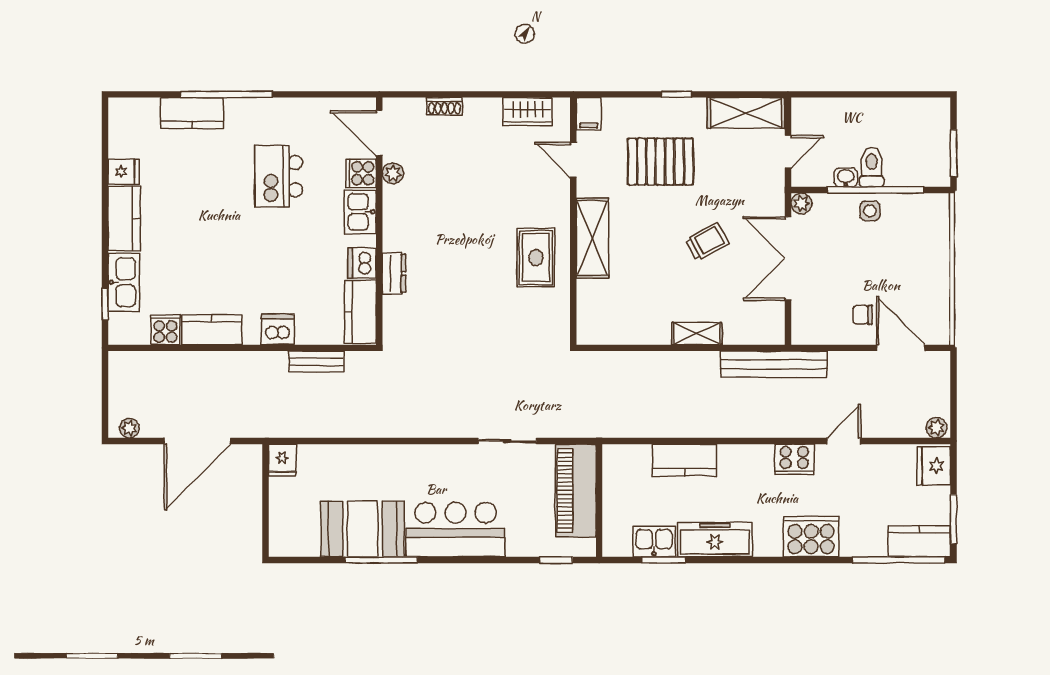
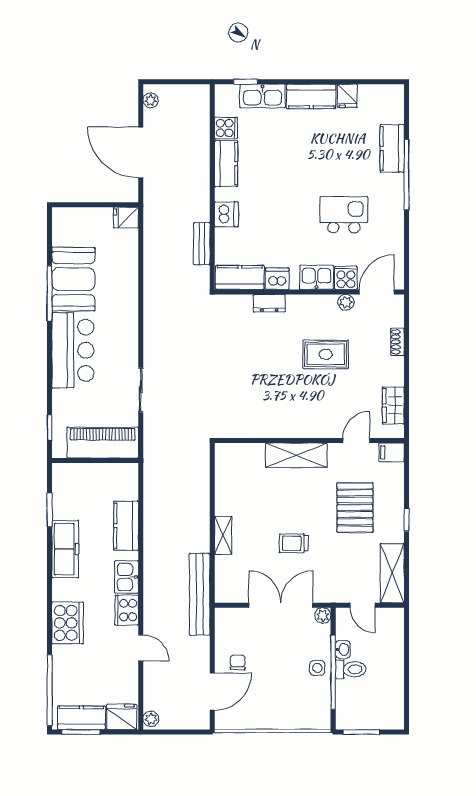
trolley: (707, 242) -> (294, 543), turned 118
rug: (536, 258) -> (326, 354), moved
kitchen sink: (654, 541) -> (127, 577), moved, turned 180
kitchen counter: (919, 541) -> (81, 718), moved, turned -90

